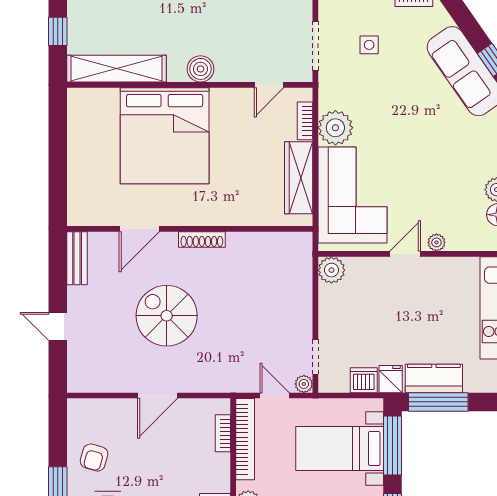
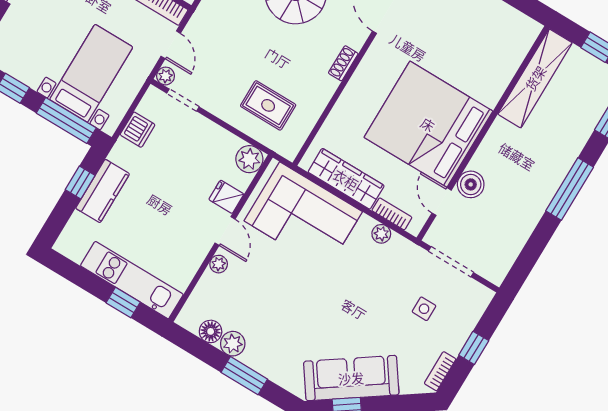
boiler: (201, 69) -> (471, 184), moved
plant: (335, 128) -> (381, 234), width x0.53, depth x0.53
bed: (165, 136) -> (428, 124), moved
shoe rack: (202, 239) -> (343, 63), width x0.70
rug: (276, 282) -> (268, 105), added
fridge: (391, 379) -> (226, 197), moved, turned 180
door: (275, 395) -> (171, 45), hinge flipped
window: (438, 402) -> (80, 183), width x0.46

